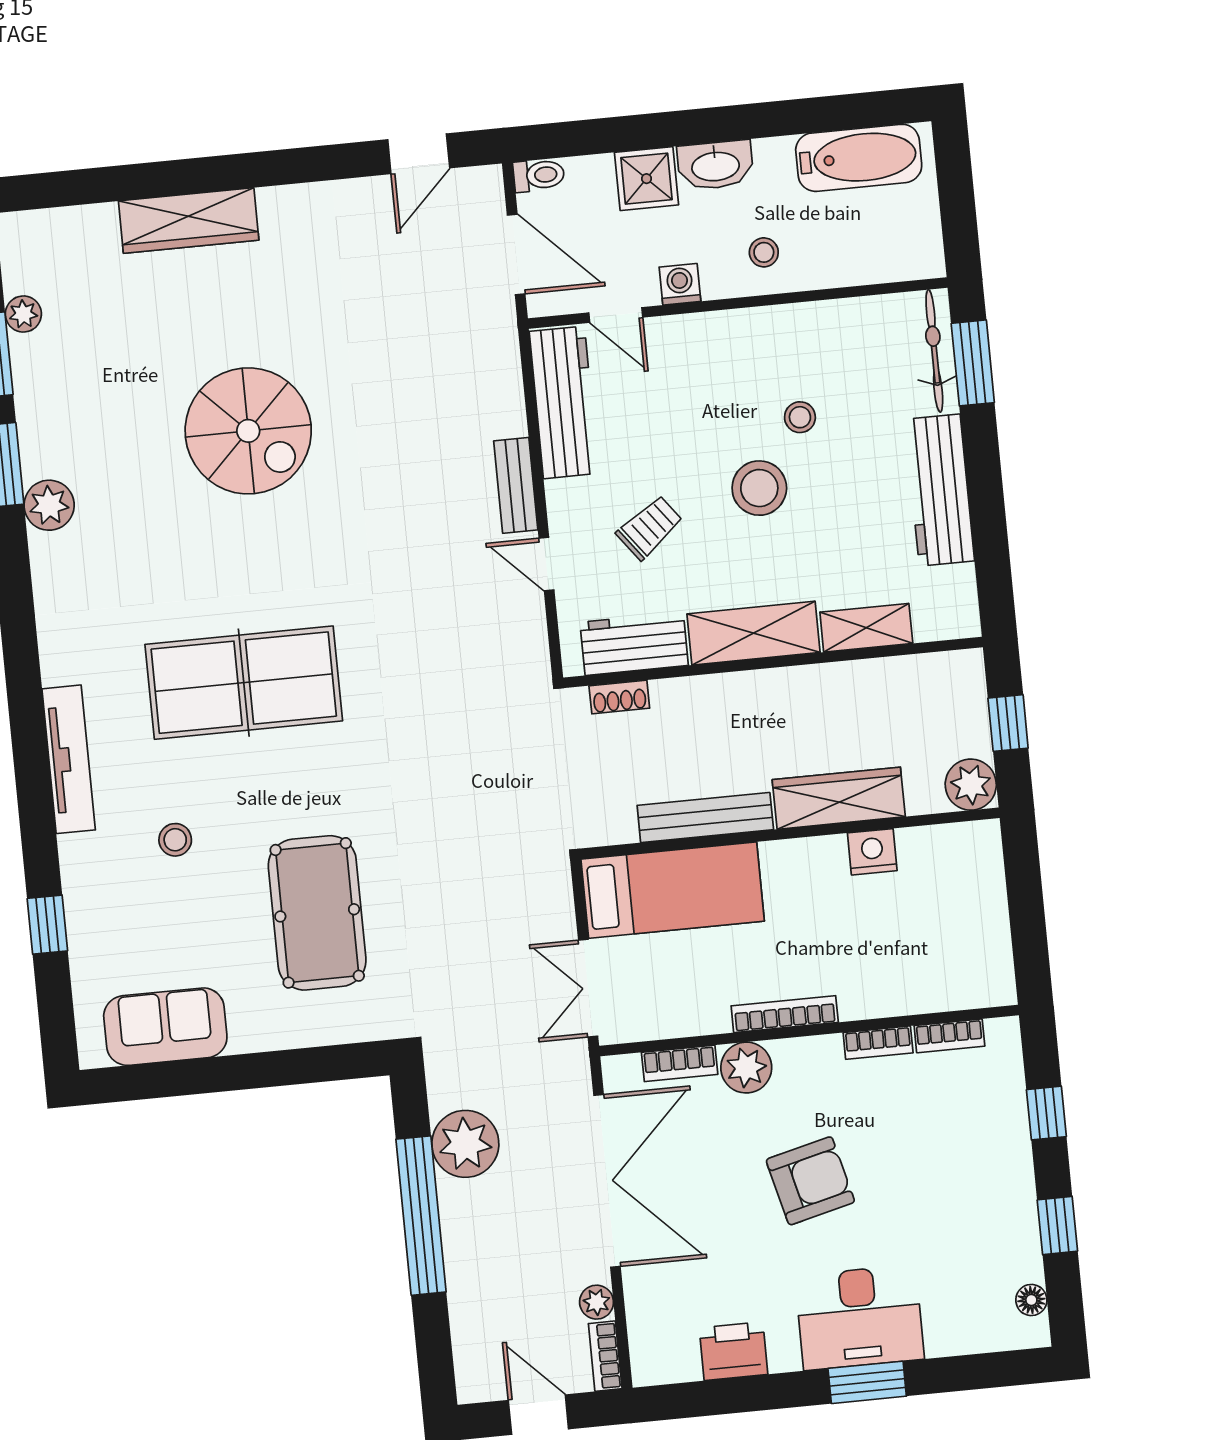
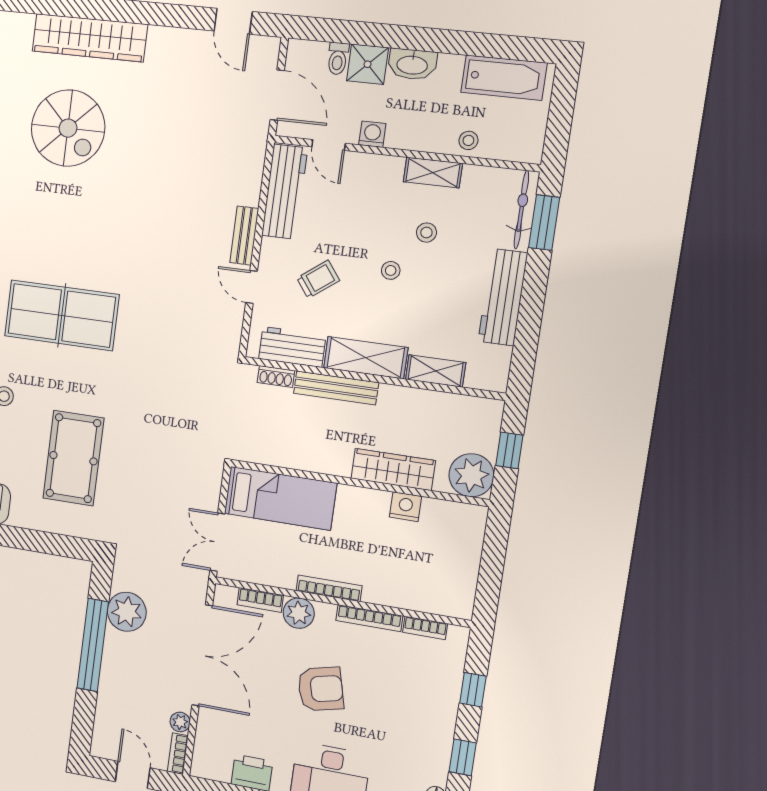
door: (419, 154) -> (233, 21), hinge flipped
toilet: (539, 175) -> (338, 58), moved, turned 90
wardrobe: (189, 221) -> (90, 38), width x1.40, depth x1.17
stool: (764, 252) -> (468, 140), moved
shelving: (787, 323) -> (433, 173), added
spiral stairs: (248, 431) -> (68, 128), moved
stool: (759, 488) -> (391, 270), width x0.53, depth x0.53
plant: (971, 785) -> (471, 475), width x1.36, depth x1.36
bench: (705, 818) -> (336, 388), moved
bookcase: (878, 1043) -> (369, 618), width x1.56

